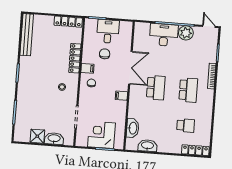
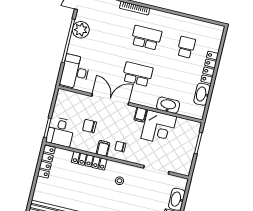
desk: (108, 31) -> (60, 132), moved, turned -90
desk: (164, 35) -> (75, 72), moved
washbasin: (133, 128) -> (168, 105), moved
corner desk: (101, 135) -> (159, 127), moved, turned -90
locker: (195, 150) -> (210, 67), moved

